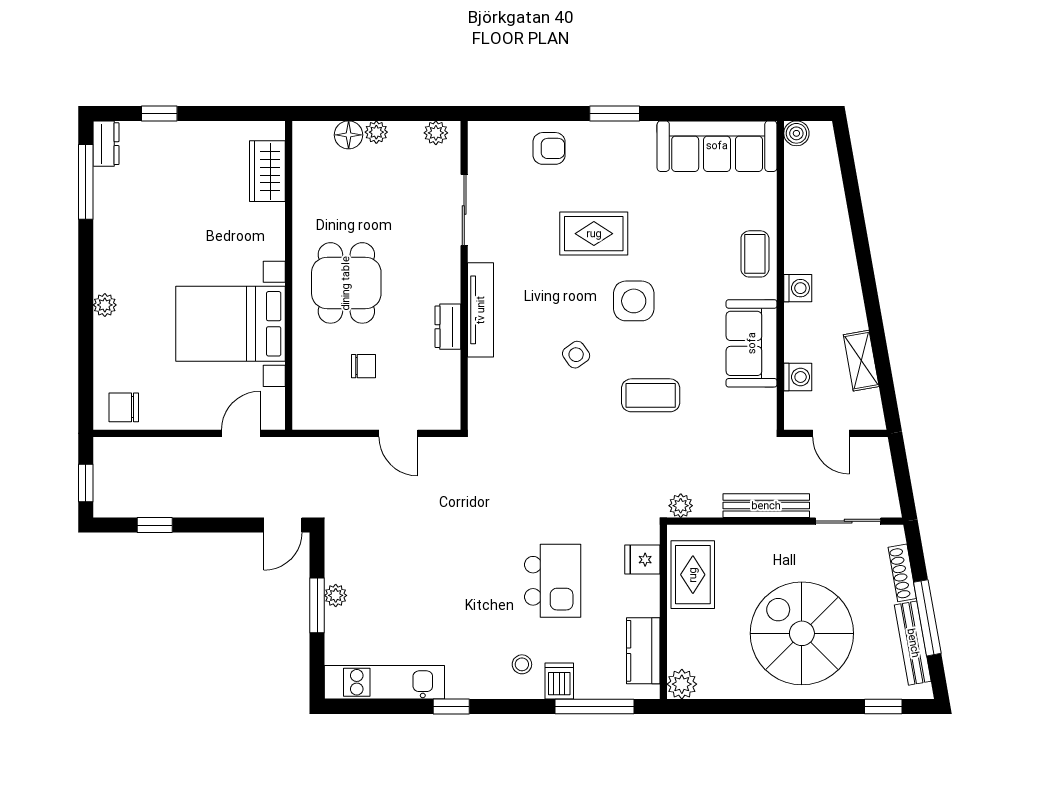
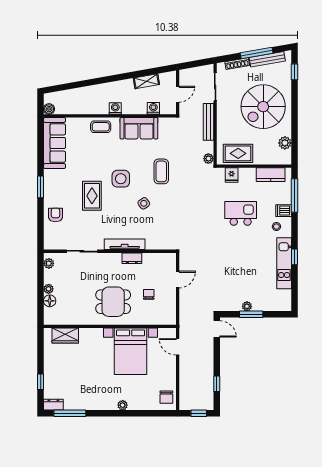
kitchen unit: (384, 682) -> (284, 263), moved
plant: (682, 684) -> (285, 143), moved

